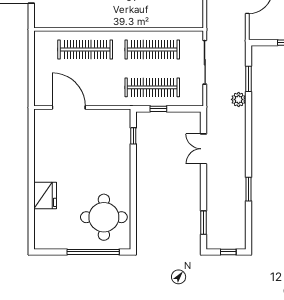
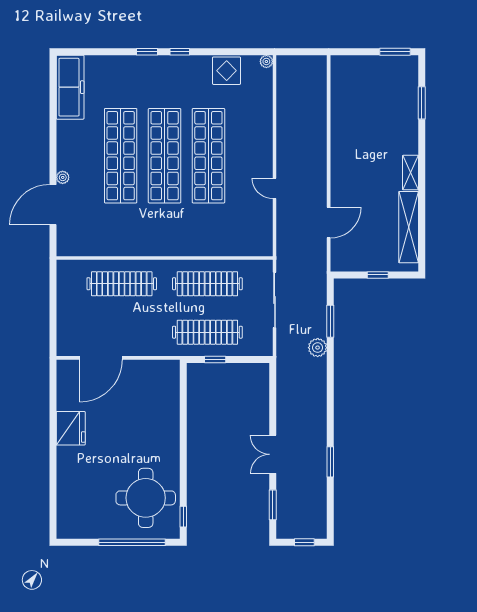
door: (69, 108) -> (101, 358), swing flipped
window: (133, 136) -> (183, 517), moved
double door: (203, 149) -> (273, 454), moved
fridge: (45, 196) -> (71, 428), moved

